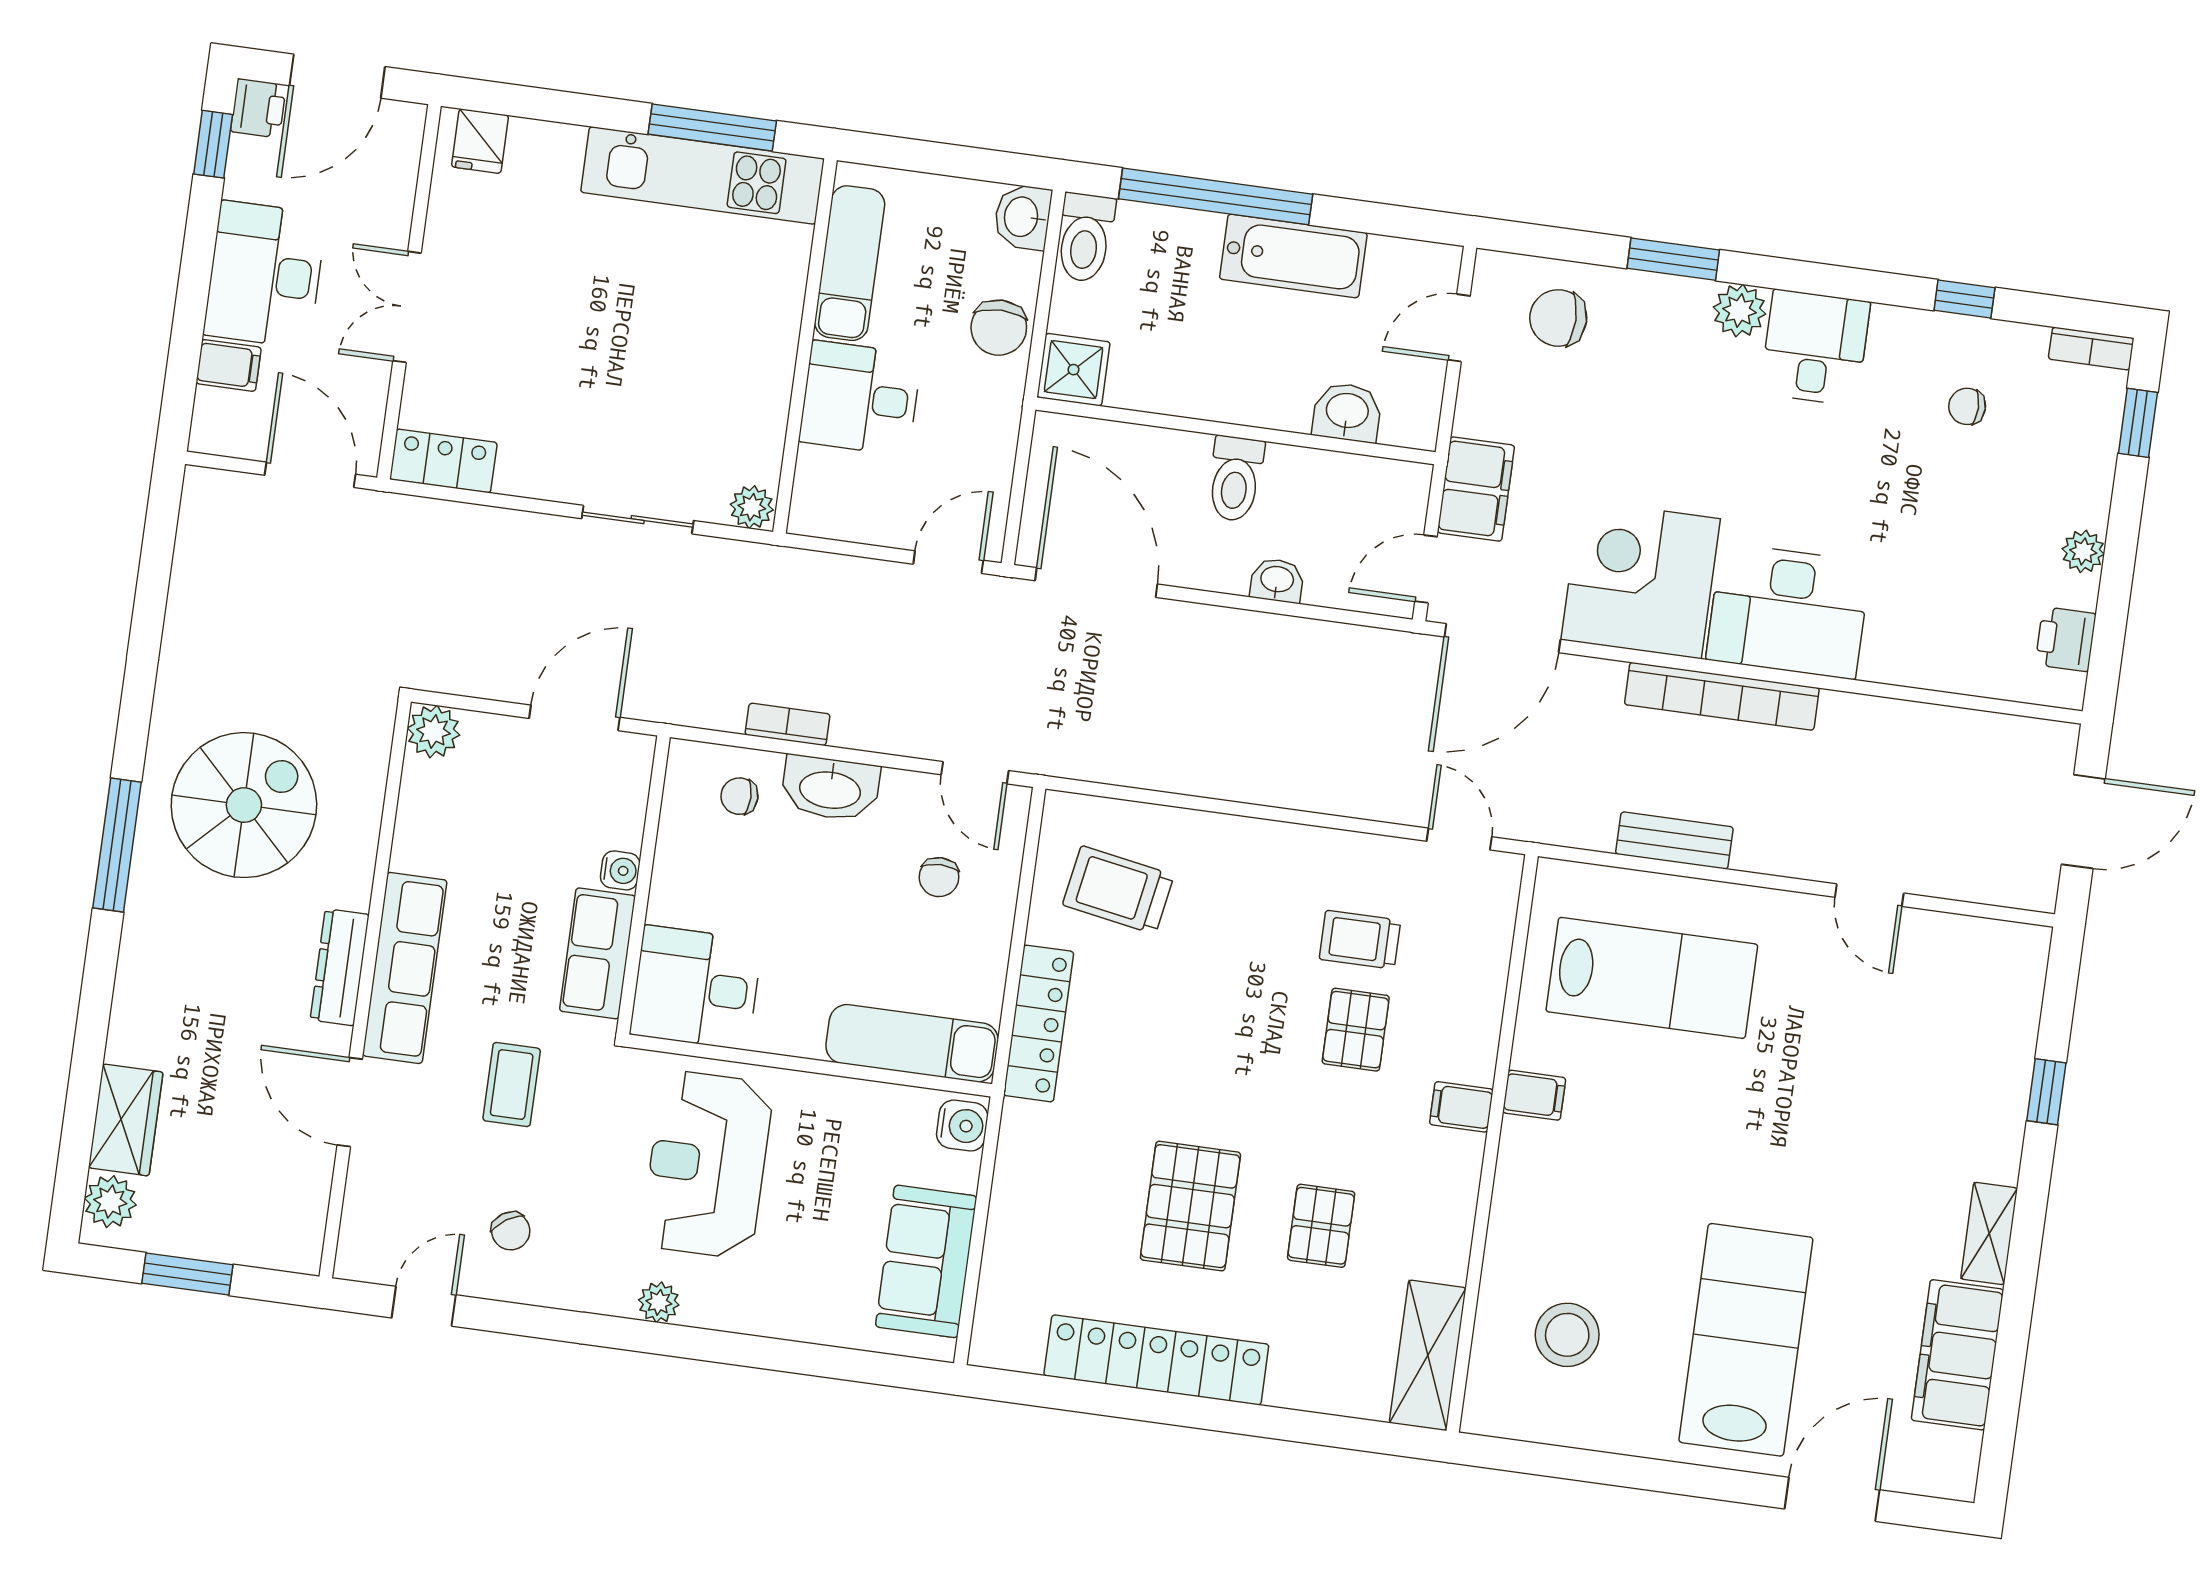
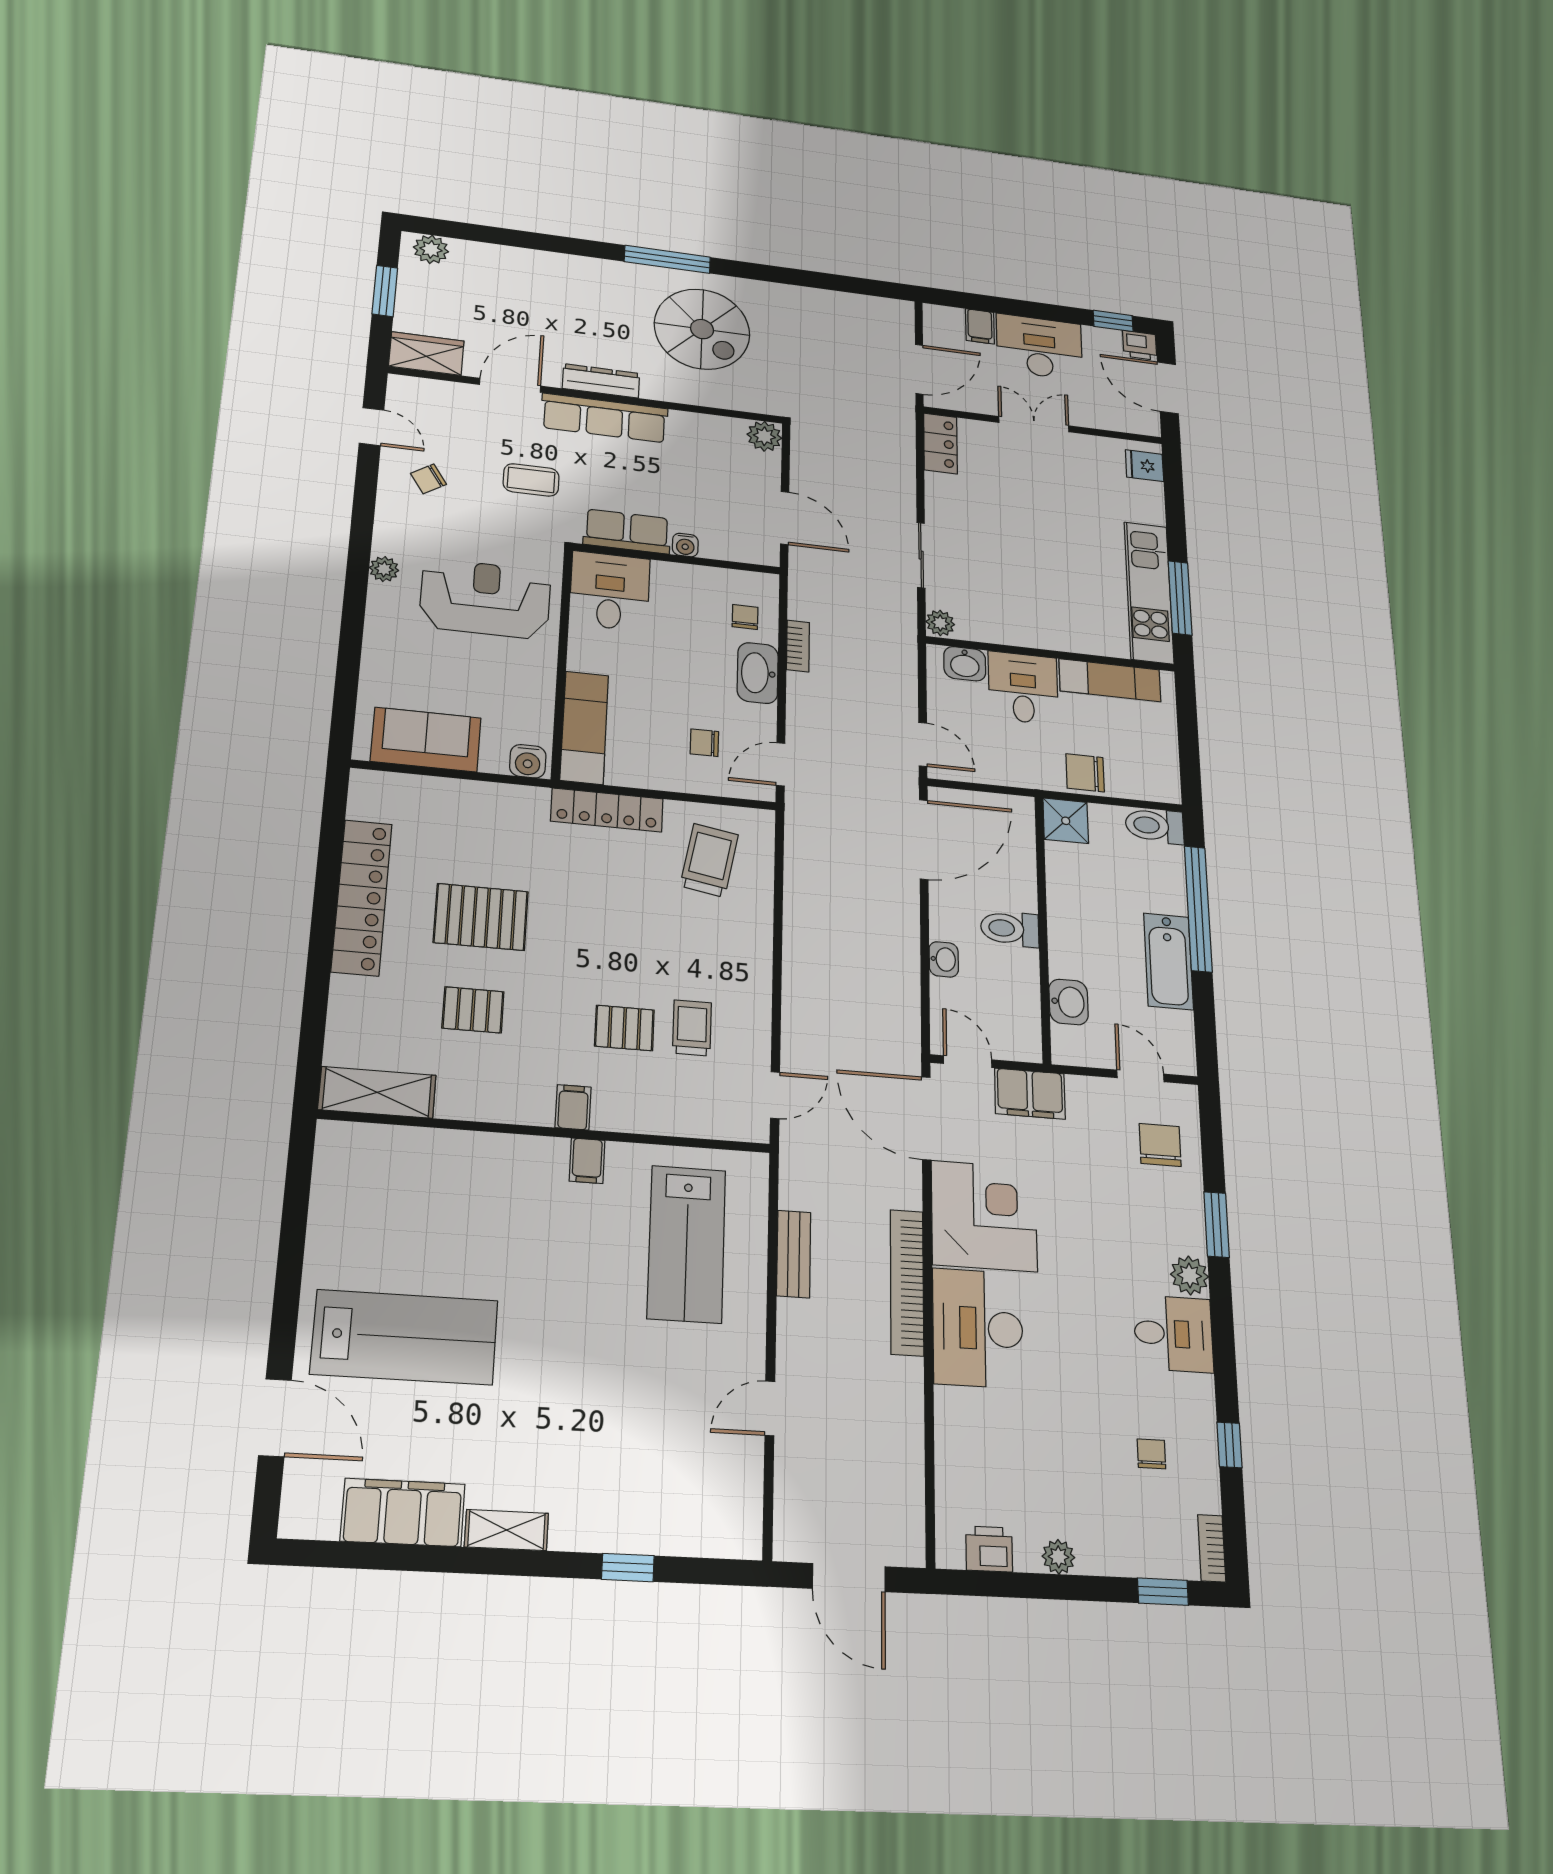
washbasin: (1023, 217) -> (965, 664), moved, turned 180
wardrobe: (126, 1120) -> (426, 354), moved, turned 180
stool: (1567, 1335) -> (400, 1197), removed

